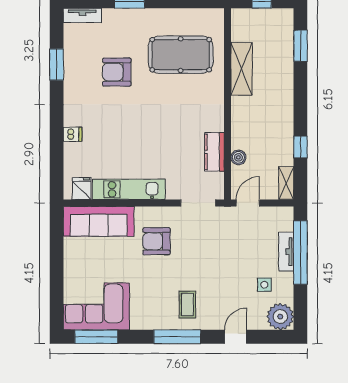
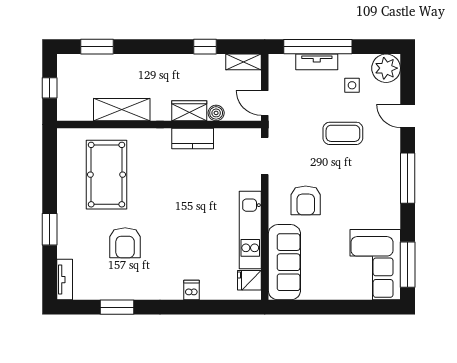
wardrobe: (240, 132) -> (189, 111), added
kitchen counter: (215, 152) -> (193, 138), moved
coffee table: (187, 305) -> (343, 133), moved, width x1.36, depth x1.30

